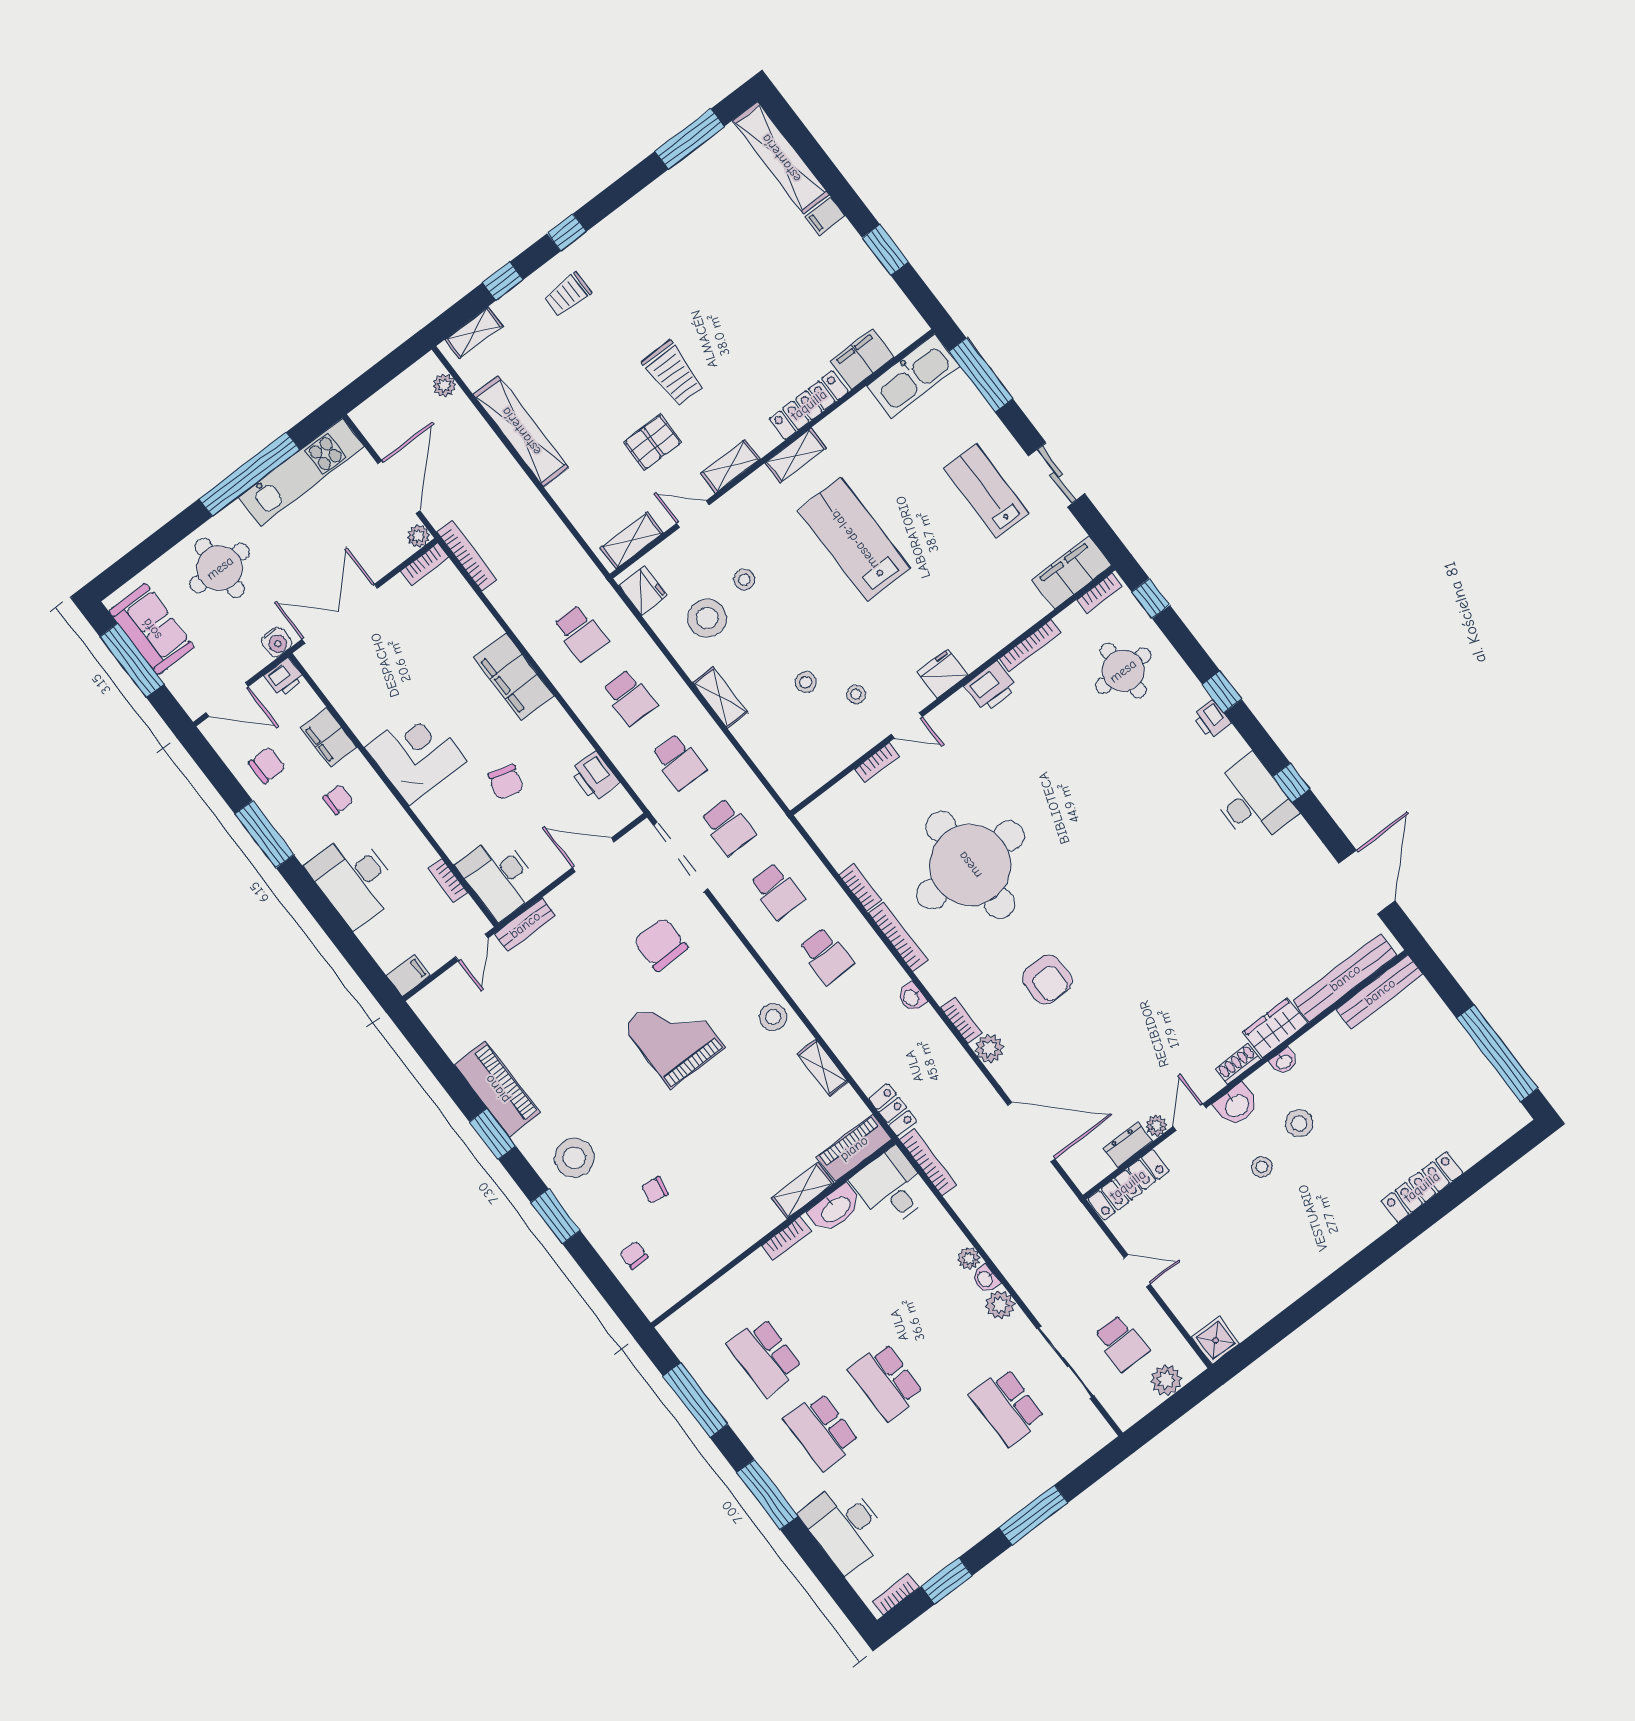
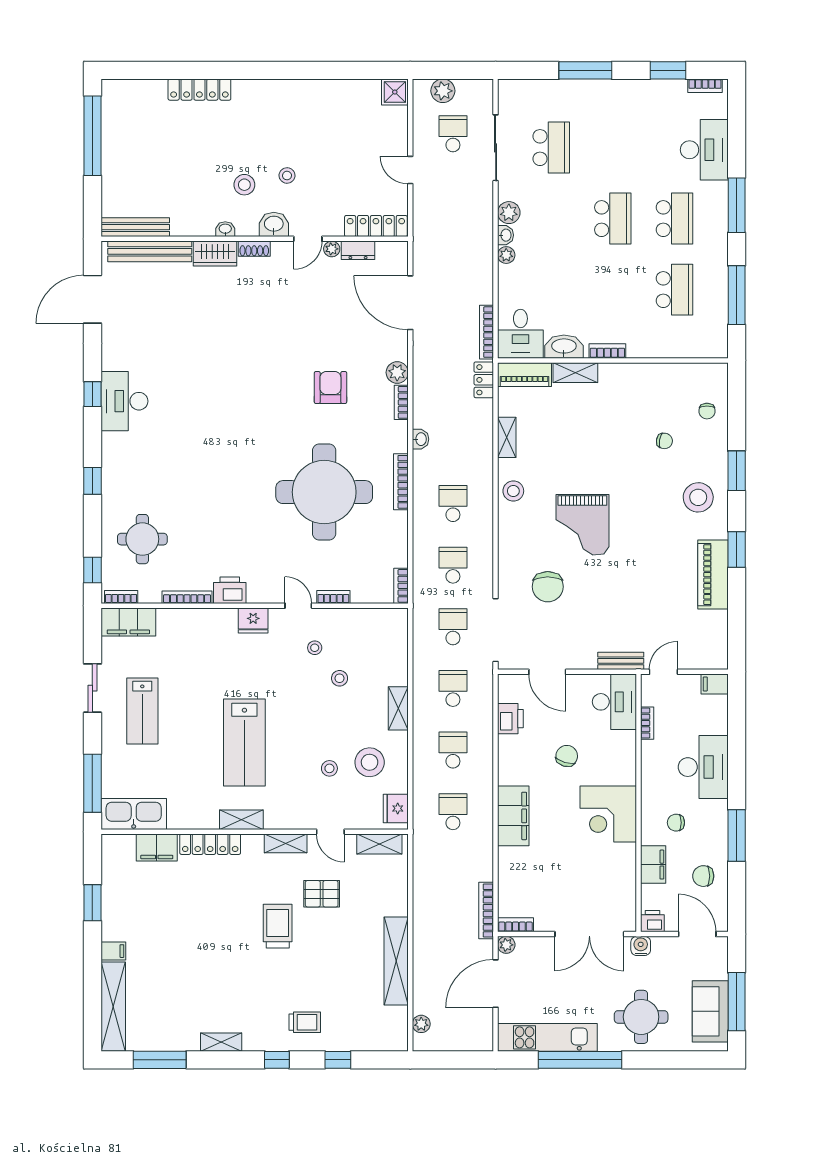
shelving: (474, 333) -> (221, 1042), moved
printer: (1212, 719) -> (111, 469), removed
bookcase: (860, 887) -> (401, 586), moved

